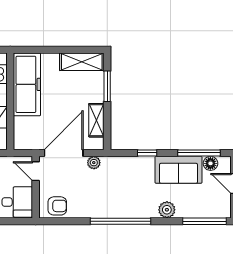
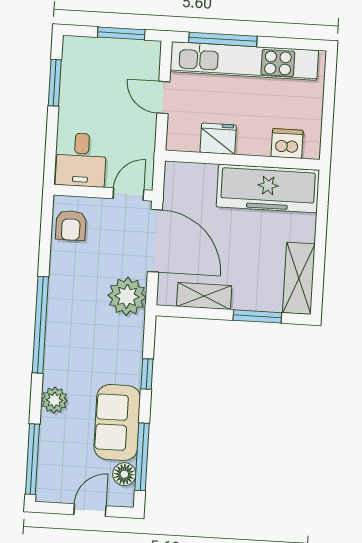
plant: (94, 163) -> (127, 296), width x1.88, depth x1.88

